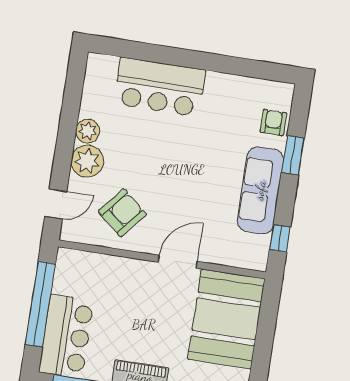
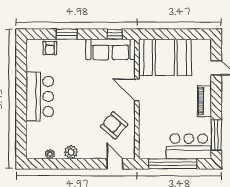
bar counter: (160, 87) -> (40, 96), moved
armchair: (273, 122) -> (50, 48), turned -90
plant: (87, 161) -> (50, 154), moved, width x0.53, depth x0.53
sofa: (260, 190) -> (111, 49), moved

